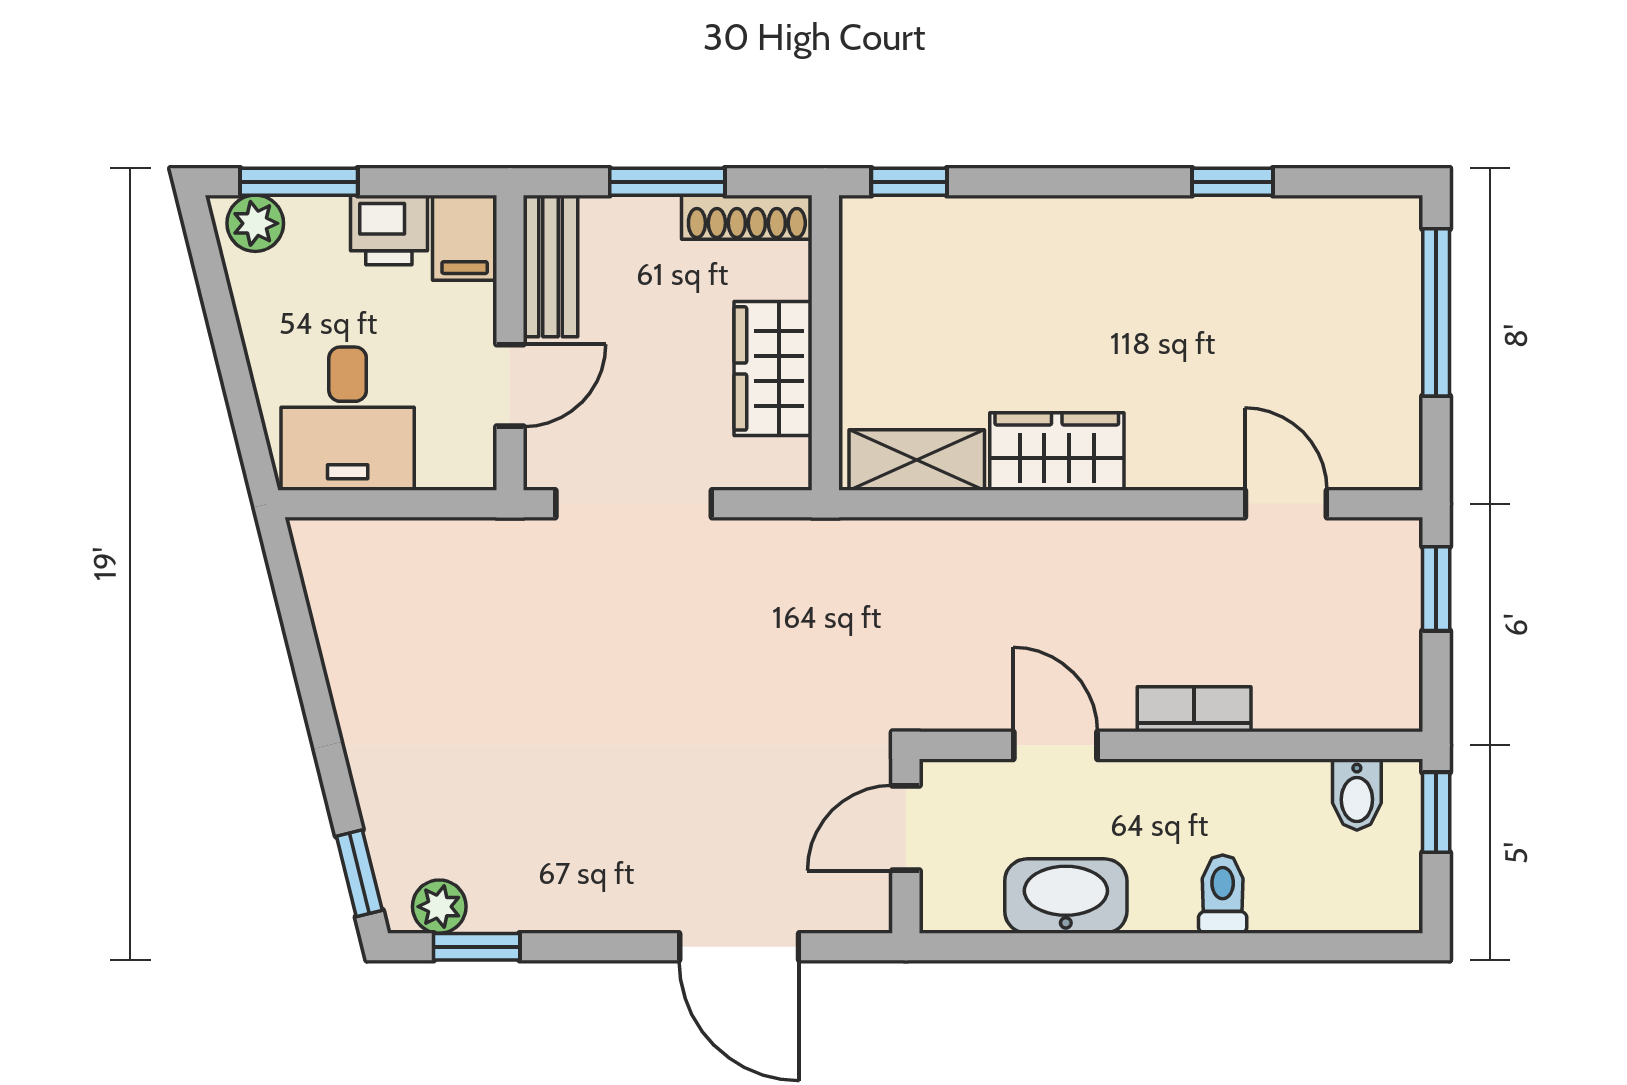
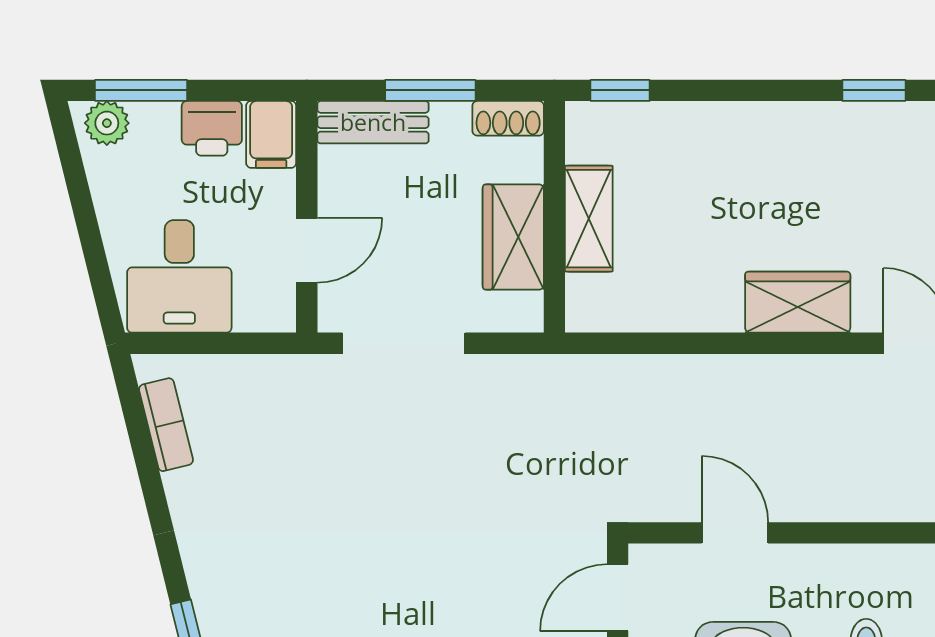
shoe rack: (747, 217) -> (508, 118), width x0.70
bench: (550, 266) -> (373, 122), moved, turned 90
wardrobe: (1057, 452) -> (798, 302), moved
shelving: (917, 460) -> (589, 219), moved, turned 90
bookcase: (1194, 709) -> (166, 425), moved, turned 76

